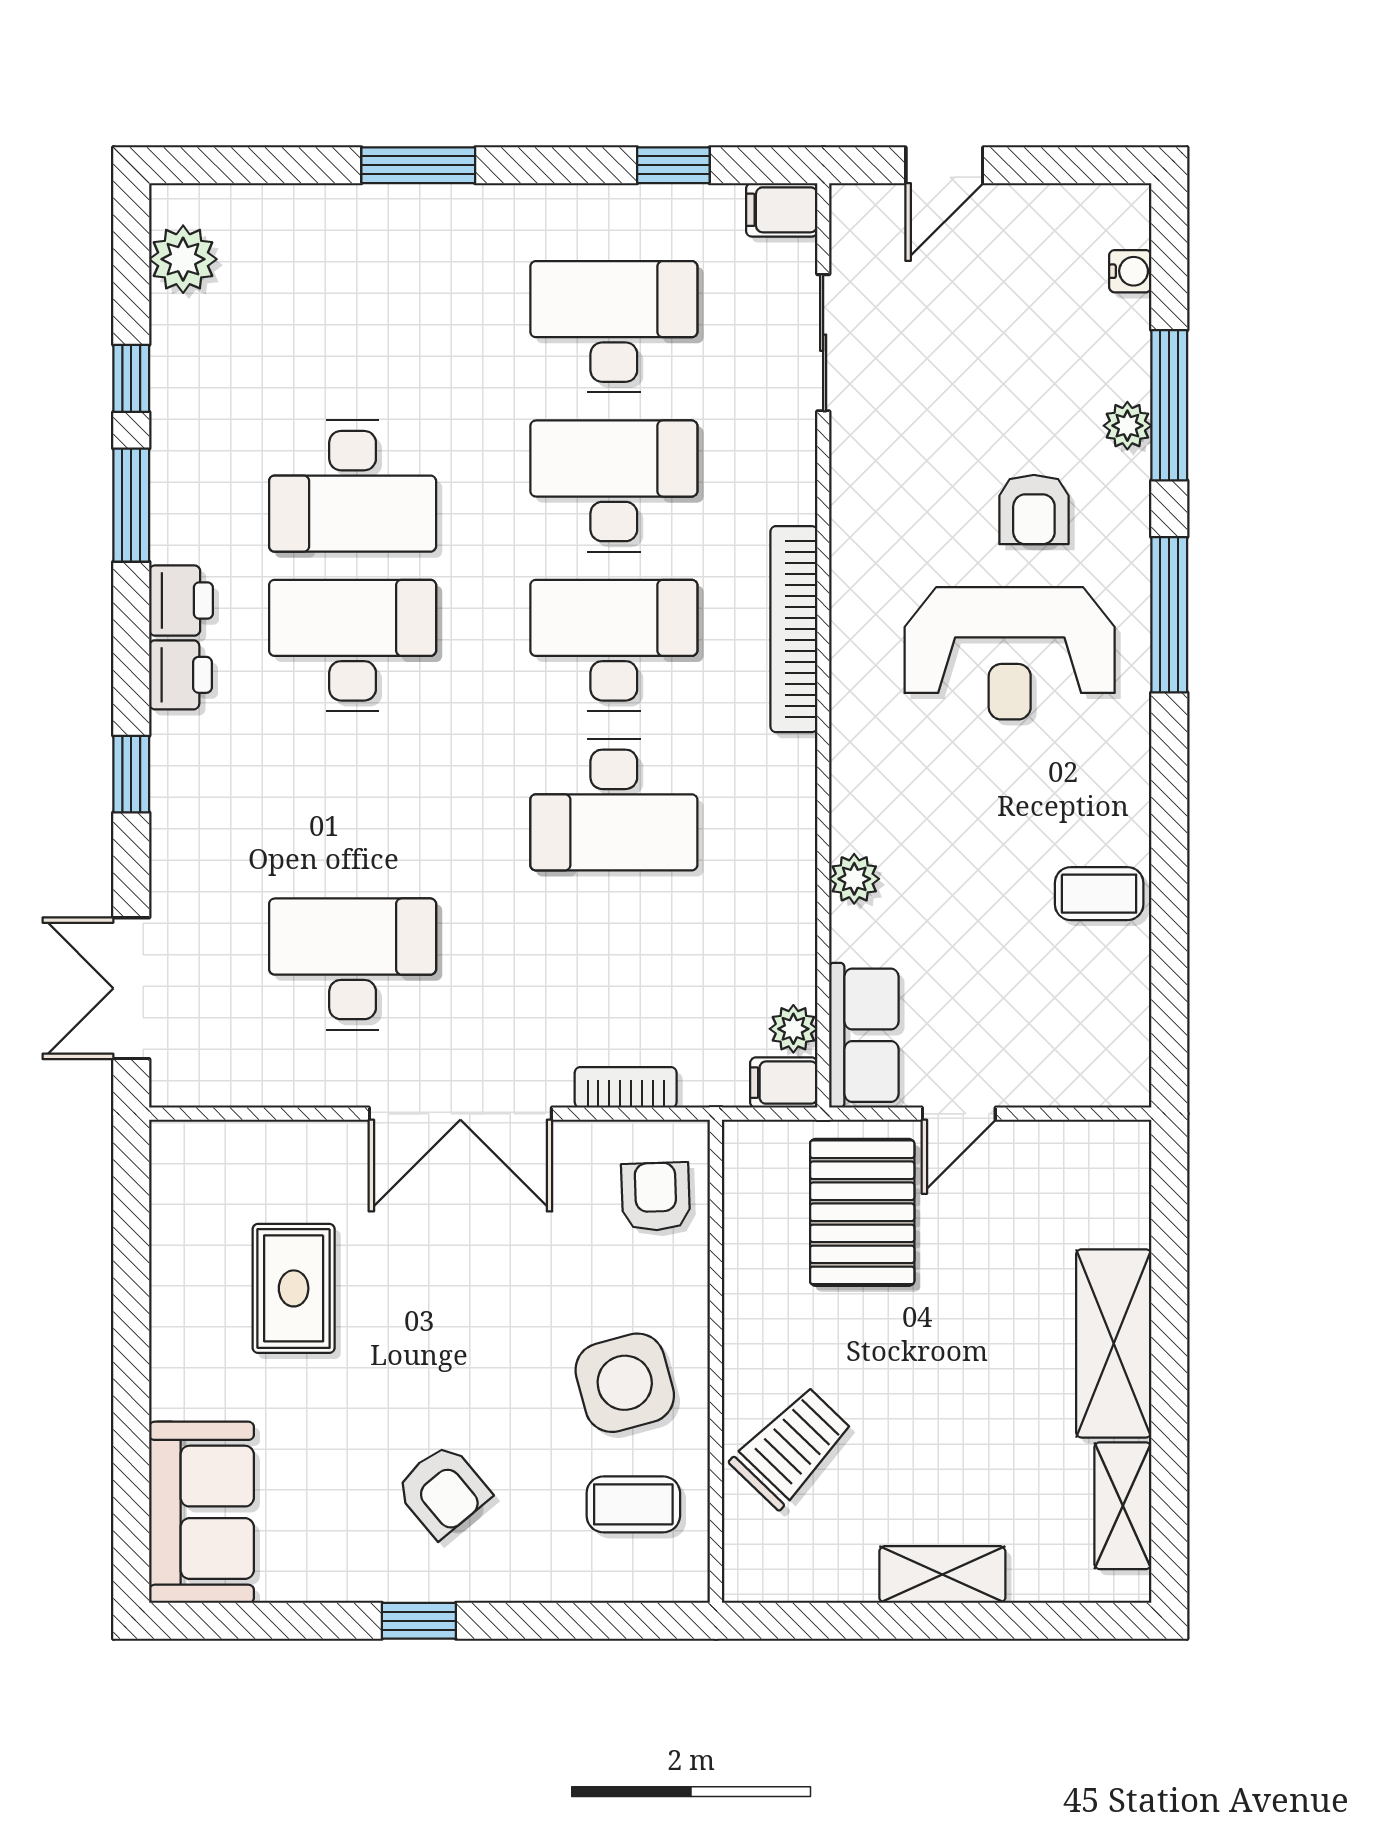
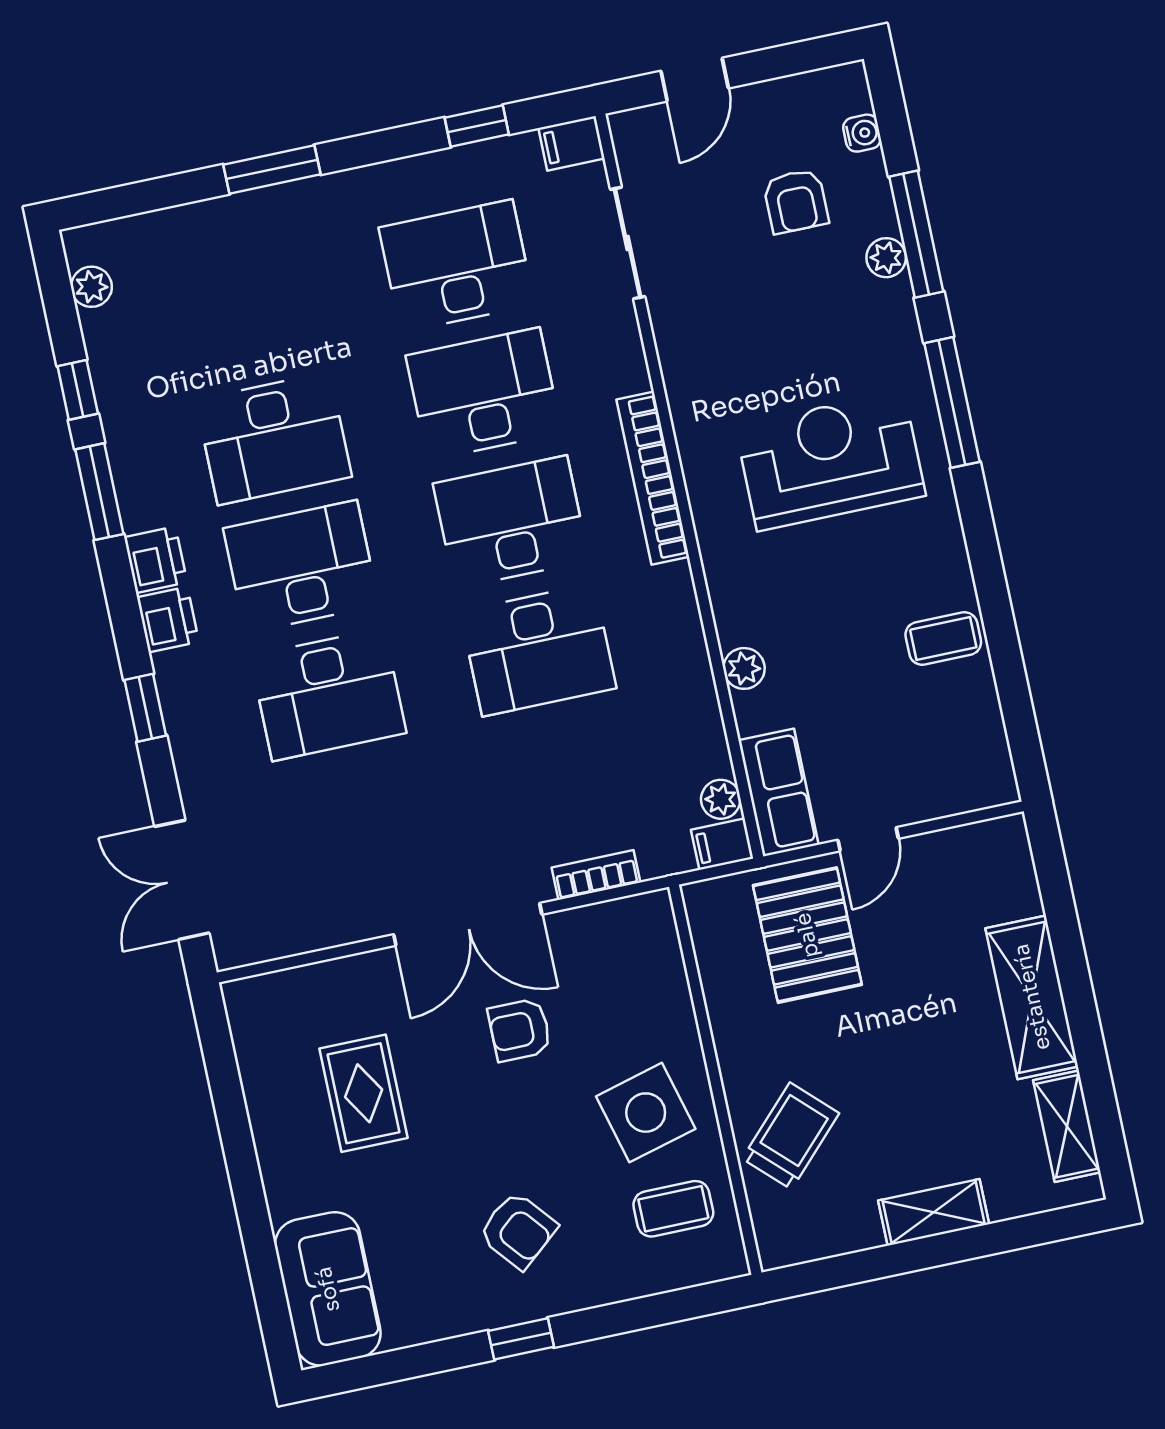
plant: (183, 259) -> (91, 287), width x0.73, depth x0.73
armchair: (1034, 510) -> (796, 201), moved
reception desk: (1010, 653) -> (830, 461), turned 180
desk: (353, 964) -> (328, 695), moved, turned 180
armchair: (656, 1197) -> (520, 1030), moved, turned -88

